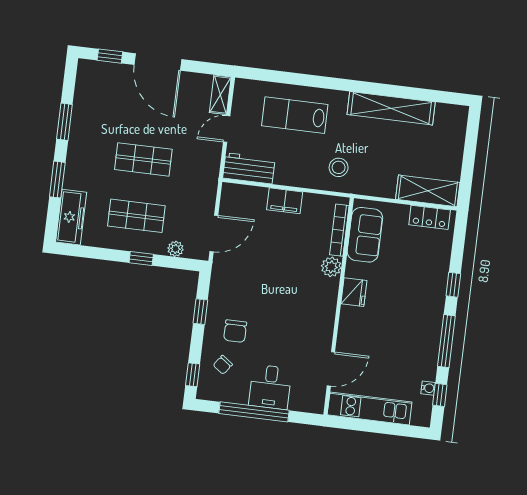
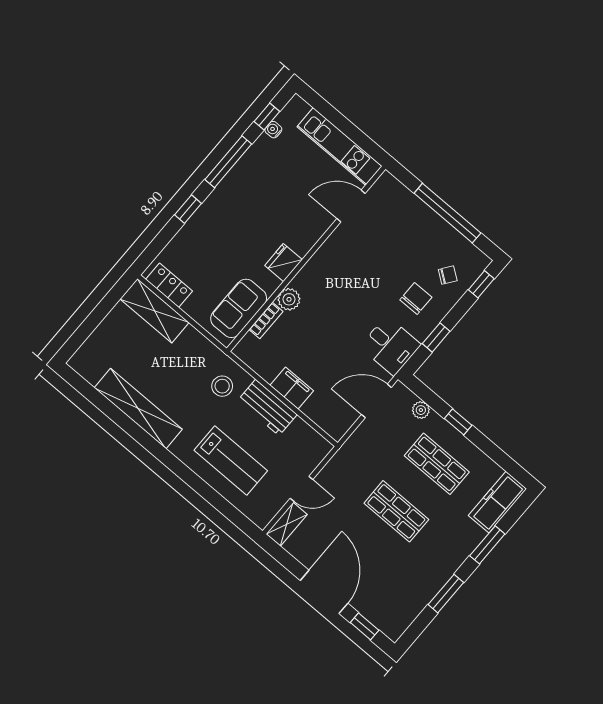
workbench: (249, 168) -> (267, 407), moved
bookcase: (339, 230) -> (266, 320), width x0.64
desk: (270, 387) -> (390, 346), moved, turned 90

